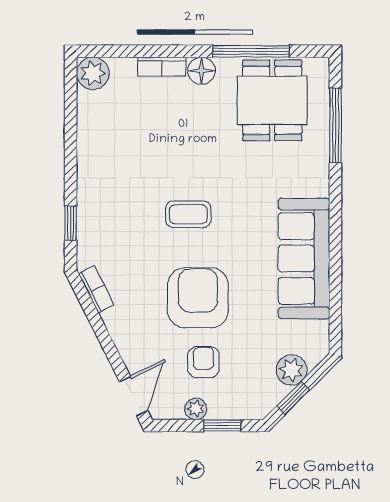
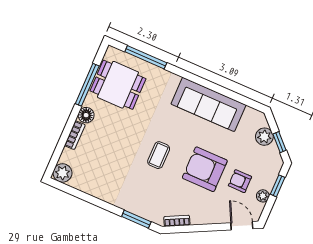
window: (71, 223) -> (136, 219), width x1.50

